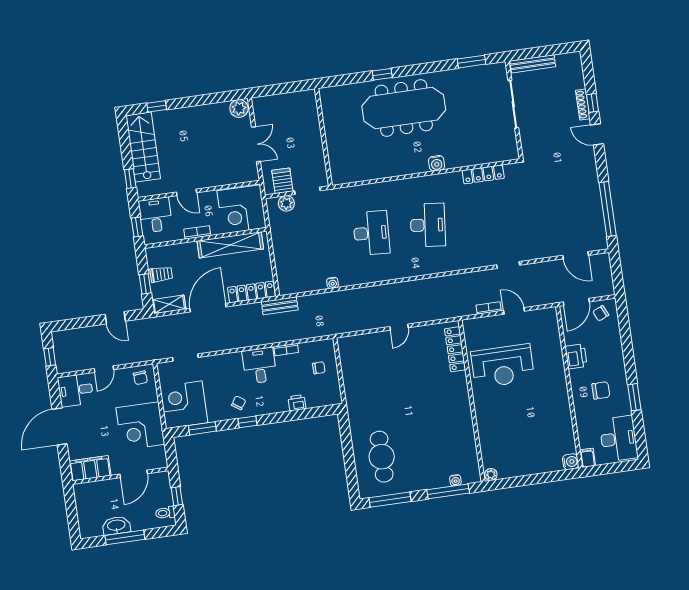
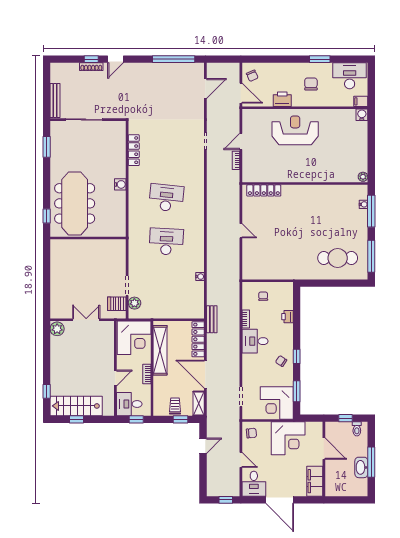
wall: (323, 137) -> (88, 238), moved
window: (130, 179) -> (77, 419), moved
reception desk: (503, 366) -> (295, 130), moved, turned -90

